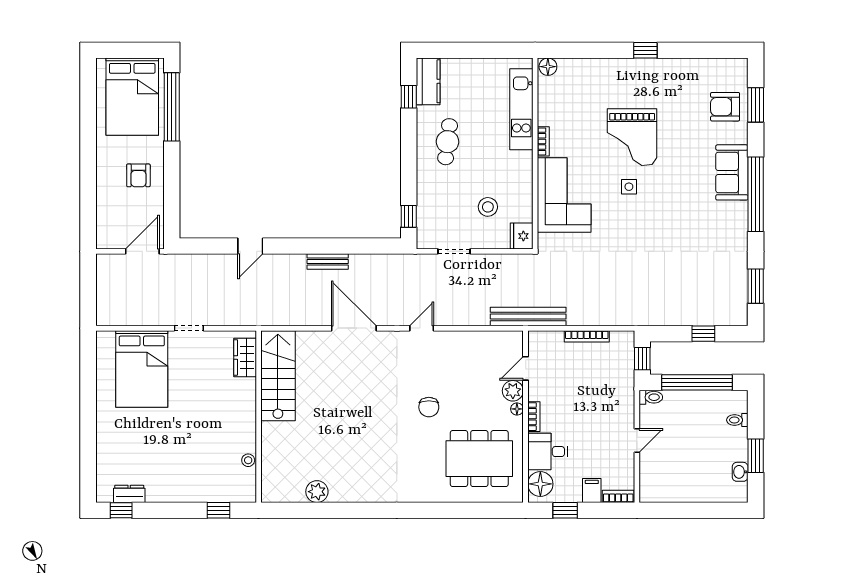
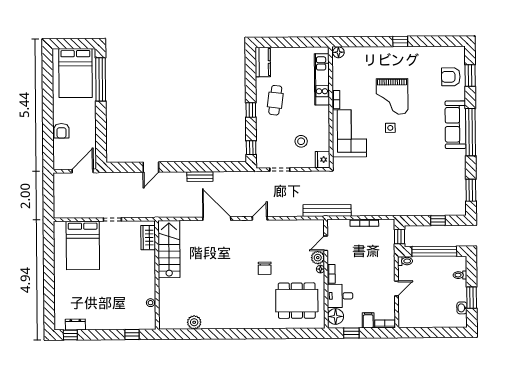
window: (409, 97) -> (251, 110), moved
sofa: (732, 172) -> (455, 125), width x1.36
armchair: (138, 175) -> (61, 131), moved

